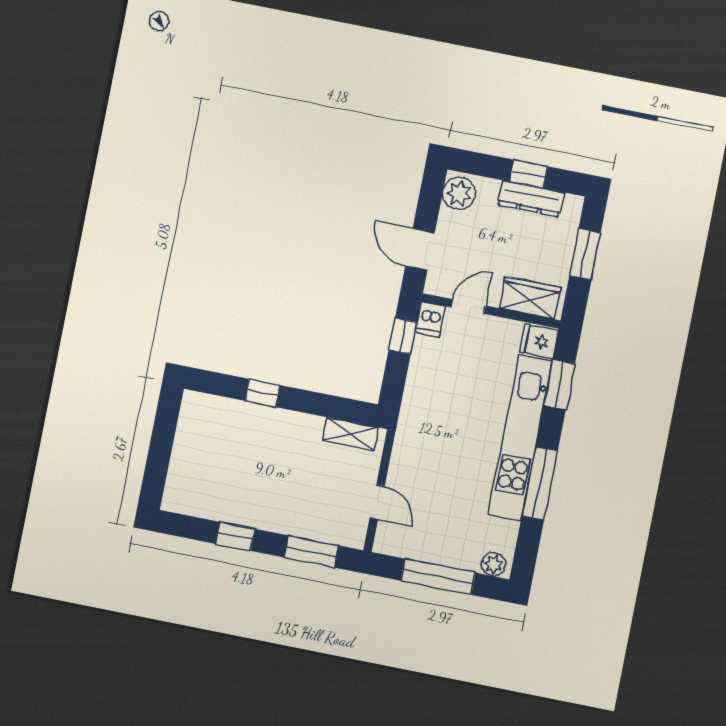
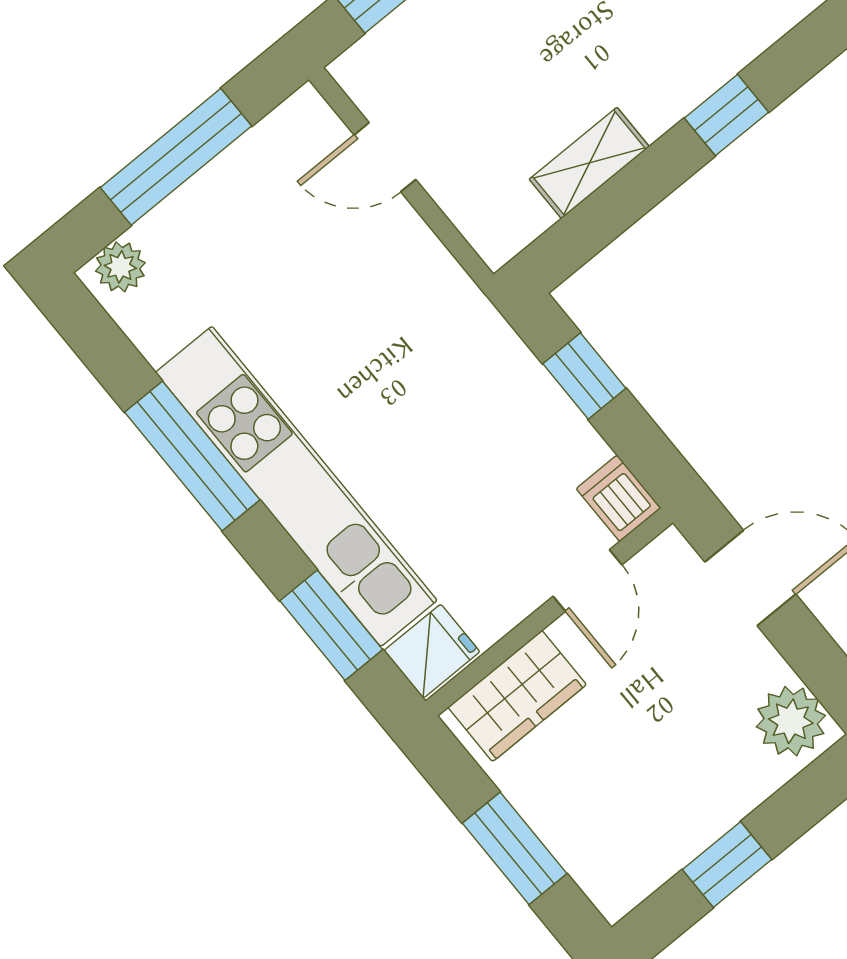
dresser: (531, 199) -> (683, 834), removed
window: (403, 336) -> (584, 376), moved
shelving: (351, 434) -> (589, 163), moved

